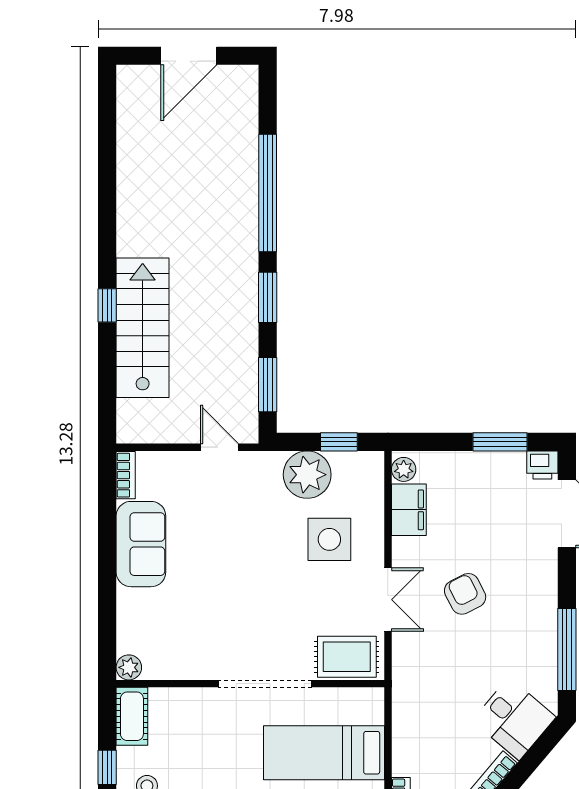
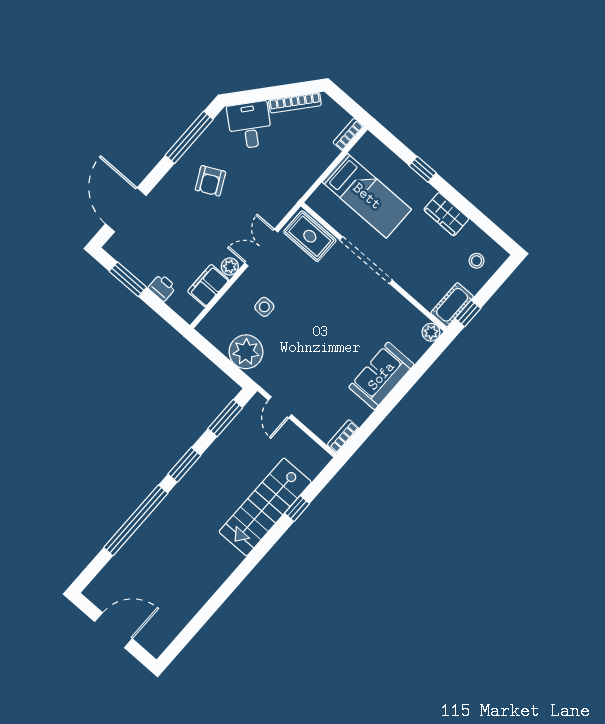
window: (107, 305) -> (297, 508), moved
window: (339, 442) -> (214, 354), removed
printer: (542, 465) -> (162, 288), moved
plant: (404, 469) -> (230, 266), moved
side table: (329, 539) -> (264, 307), width x0.54, depth x0.54
sofa: (141, 544) -> (381, 376), moved
armchair: (465, 594) -> (210, 181), moved
window: (107, 767) -> (468, 313), moved

